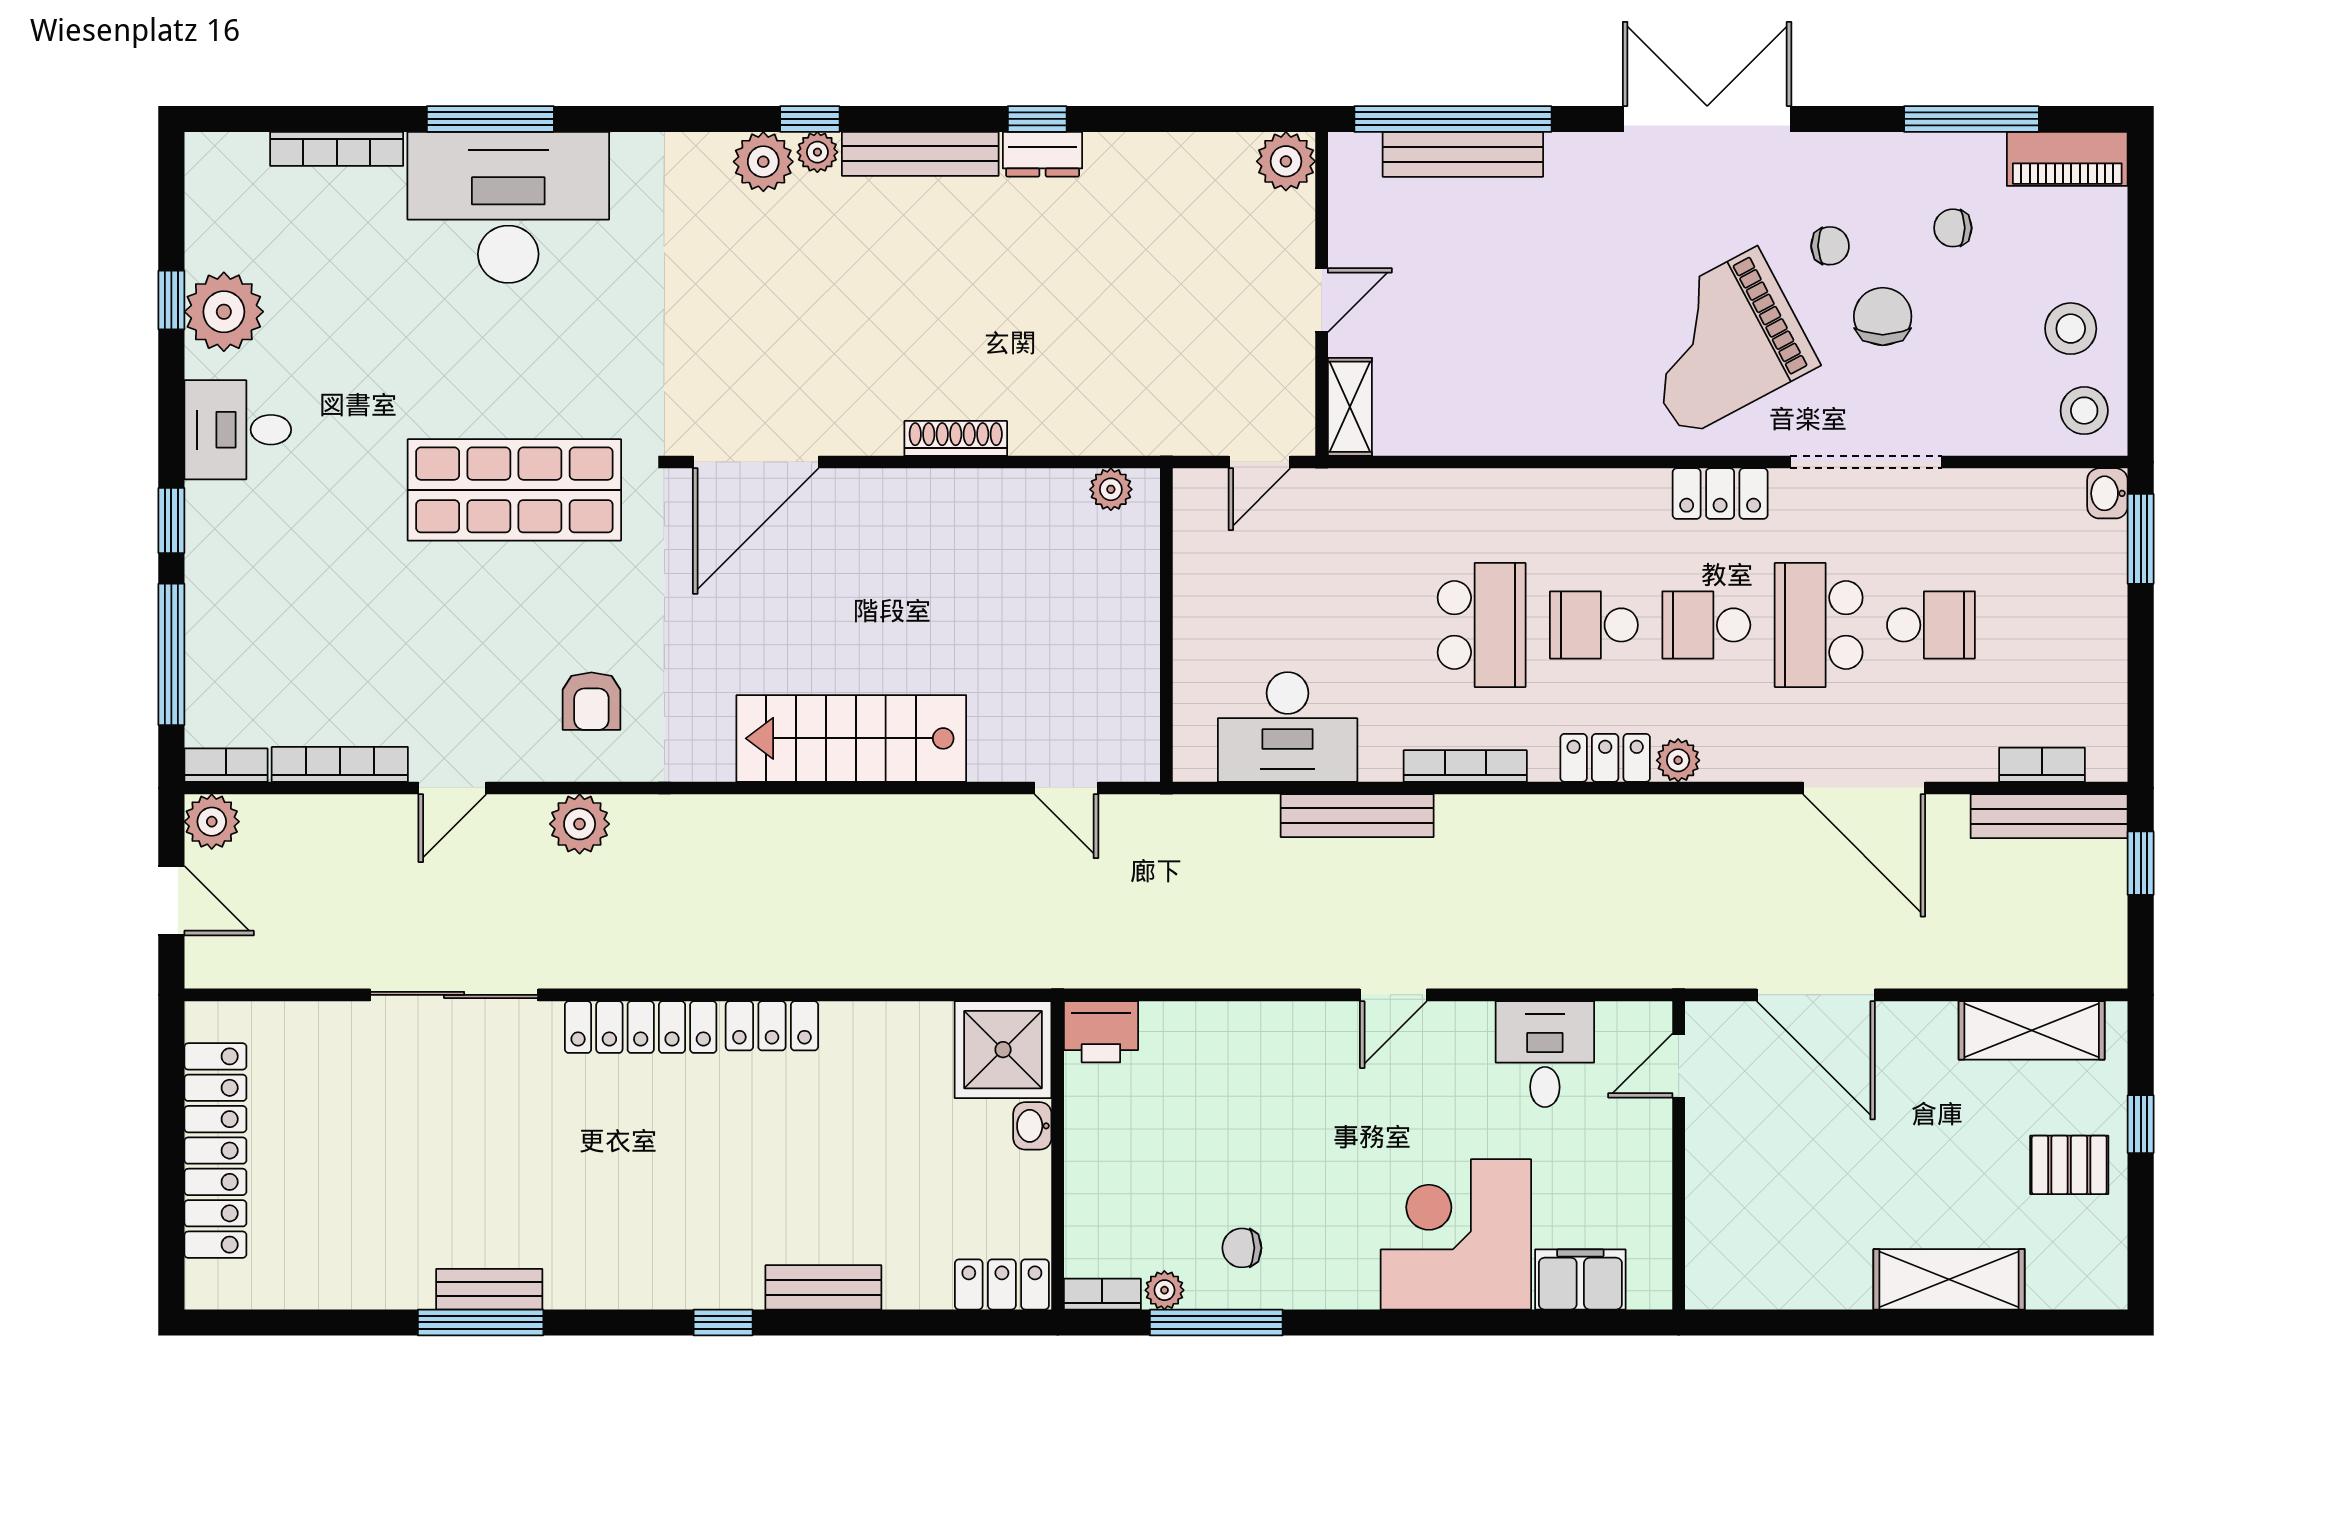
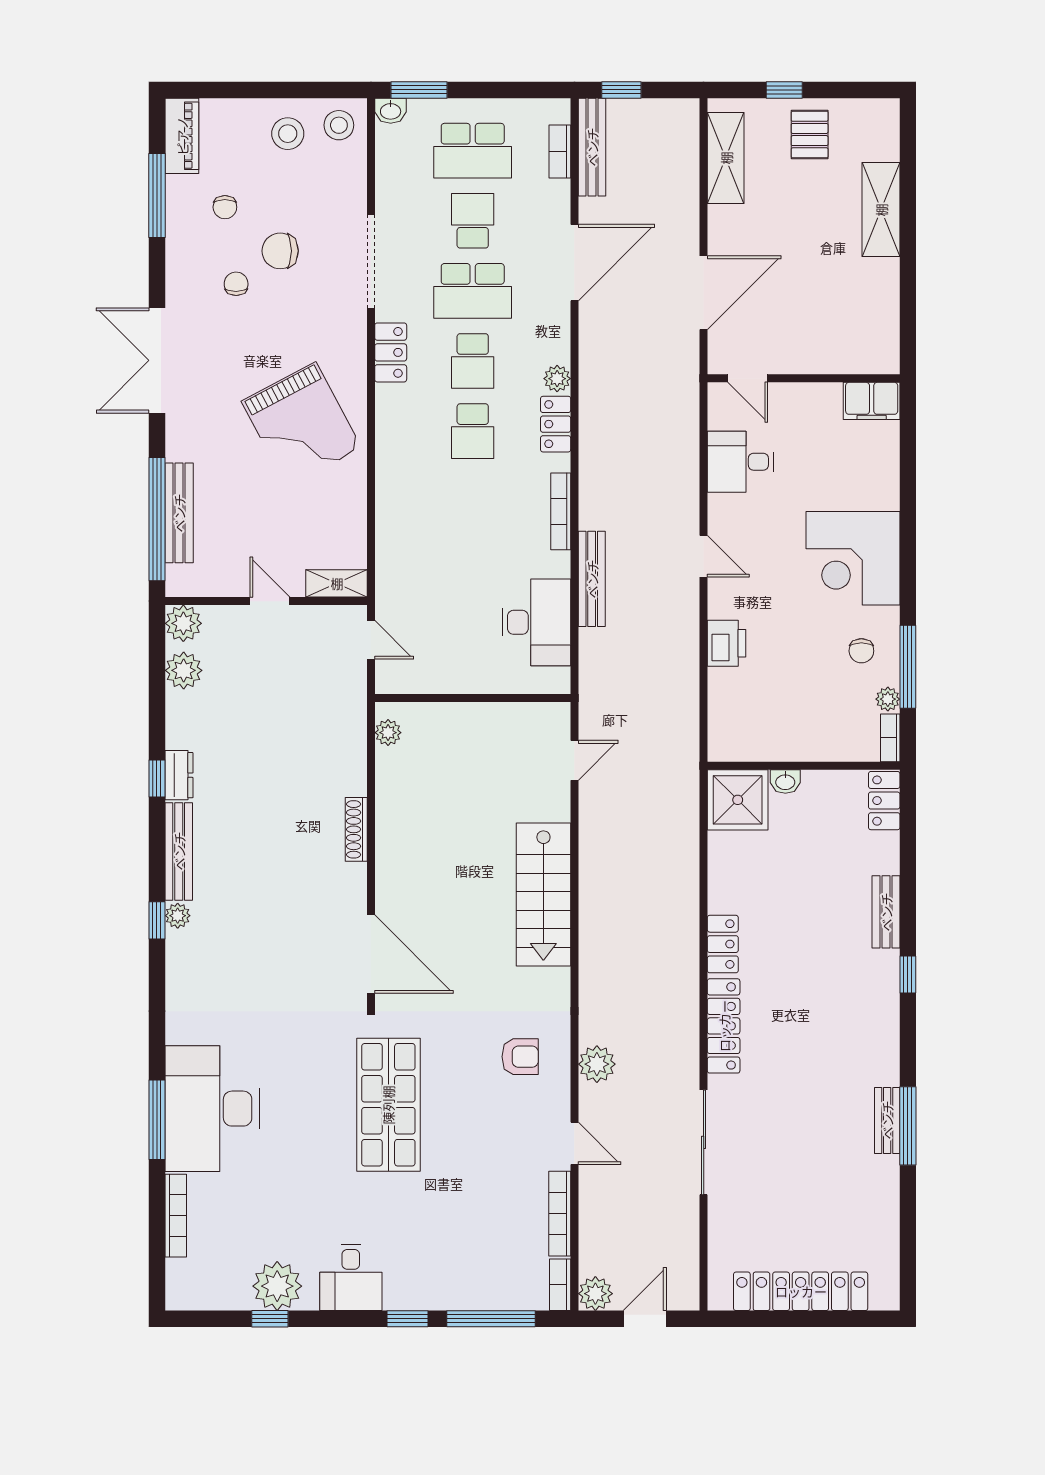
plant: (763, 162) -> (184, 670), moved
grand piano: (1720, 342) -> (301, 425), moved
school desk: (1482, 625) -> (473, 151), moved, turned 180
printer: (1101, 1032) -> (727, 643), moved
corner desk: (1456, 1234) -> (853, 558), moved
filing cabinet: (1580, 1279) -> (872, 401), moved, turned -90

